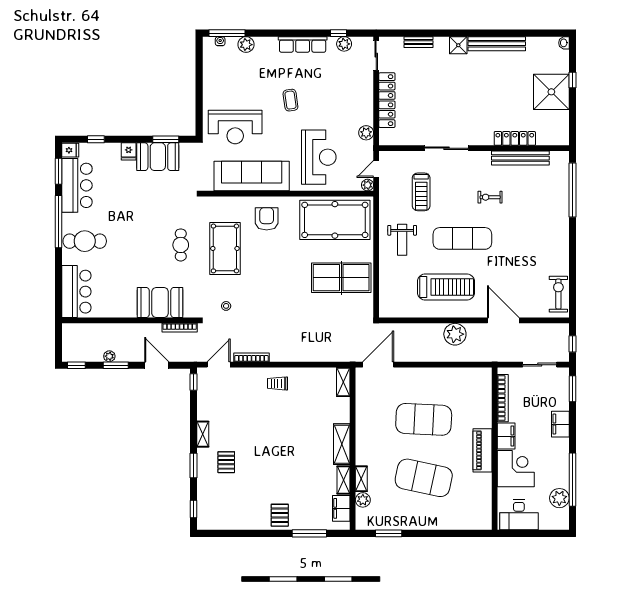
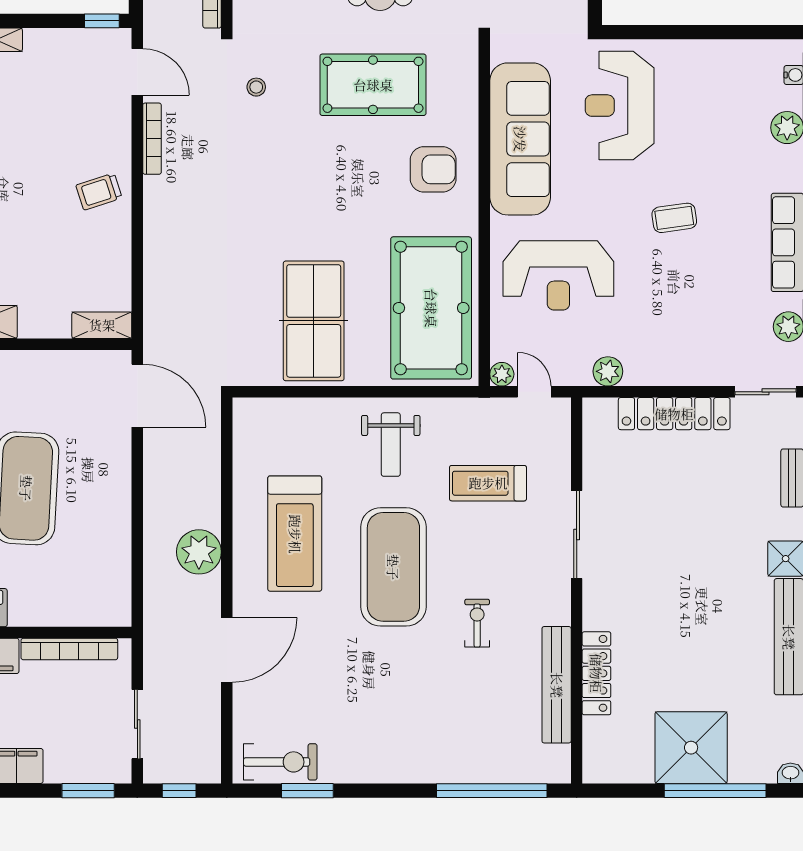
window: (573, 80) -> (715, 791), width x3.17
exercise mat: (462, 238) -> (393, 567), width x1.47
weight bench: (402, 240) -> (391, 445), turned -90
window: (573, 281) -> (307, 791), added
trolley: (278, 383) -> (99, 192), turned -108

